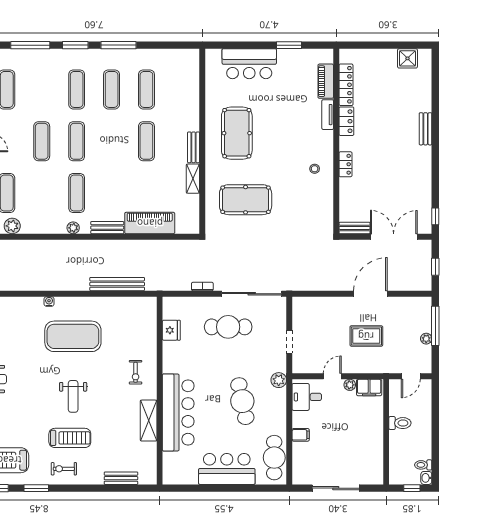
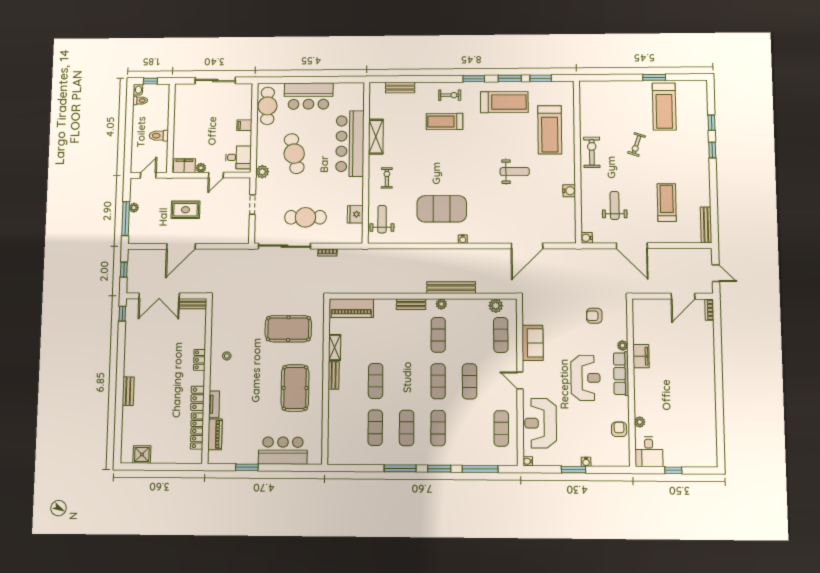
piano: (150, 223) -> (351, 308), moved
bench: (117, 284) -> (451, 288), moved
weight bench: (73, 396) -> (382, 219), moved

